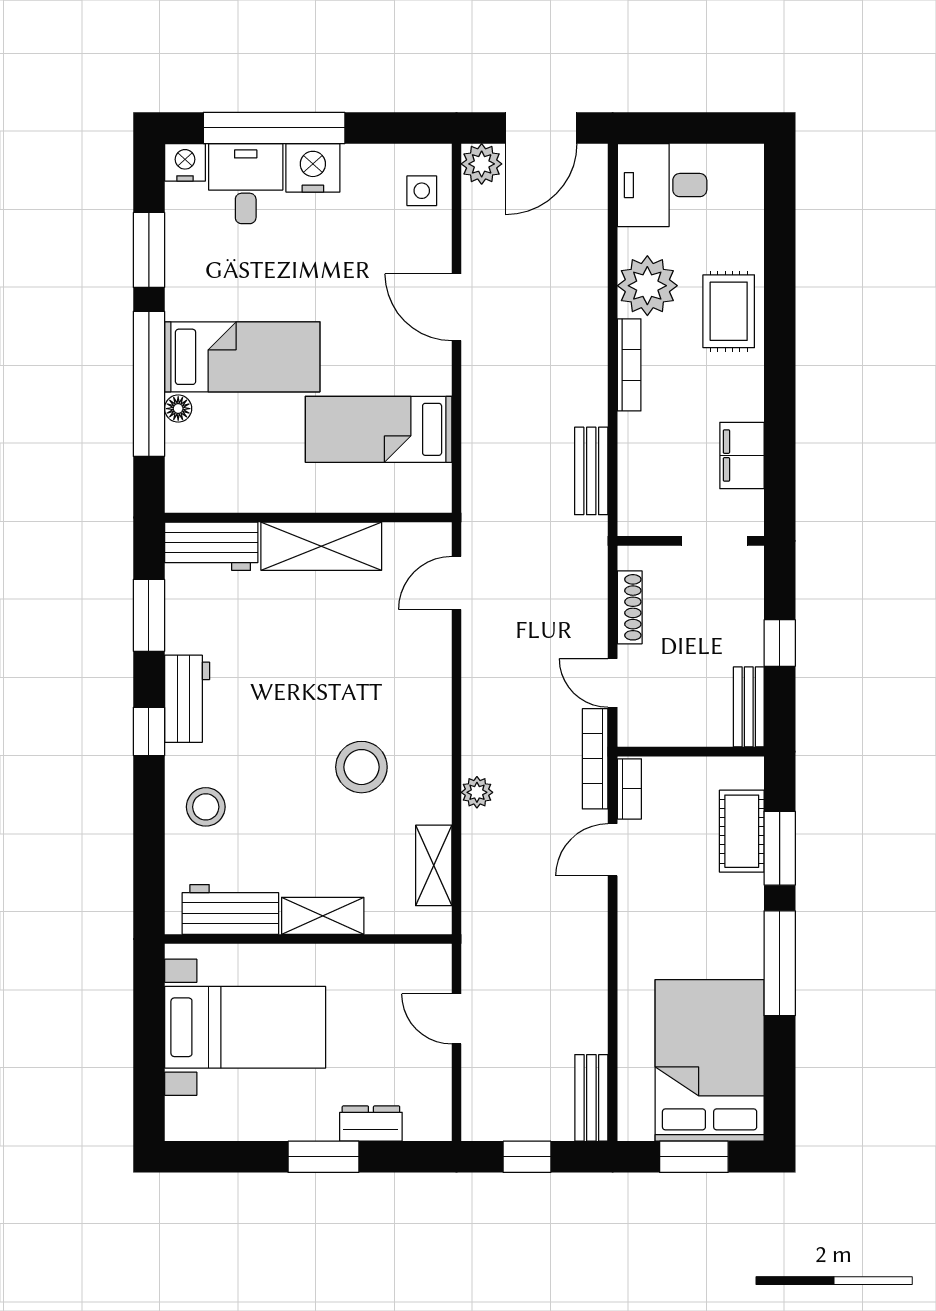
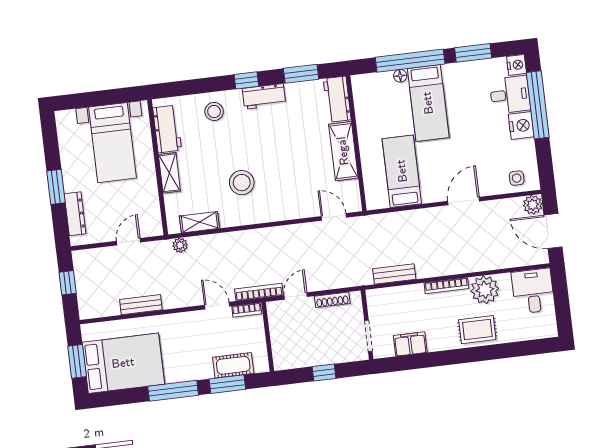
bench: (749, 707) -> (292, 362), removed
plant: (477, 792) -> (180, 245), moved
bench: (591, 1098) -> (141, 305), moved
dresser: (371, 1124) -> (75, 214), width x1.44

